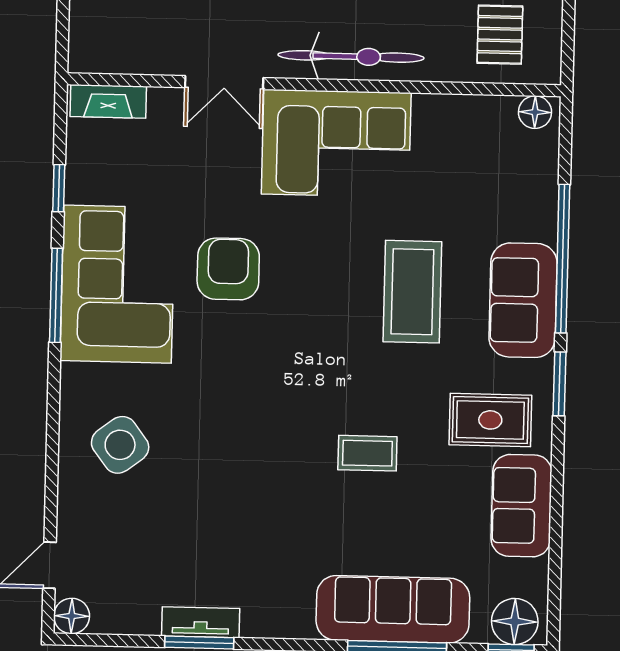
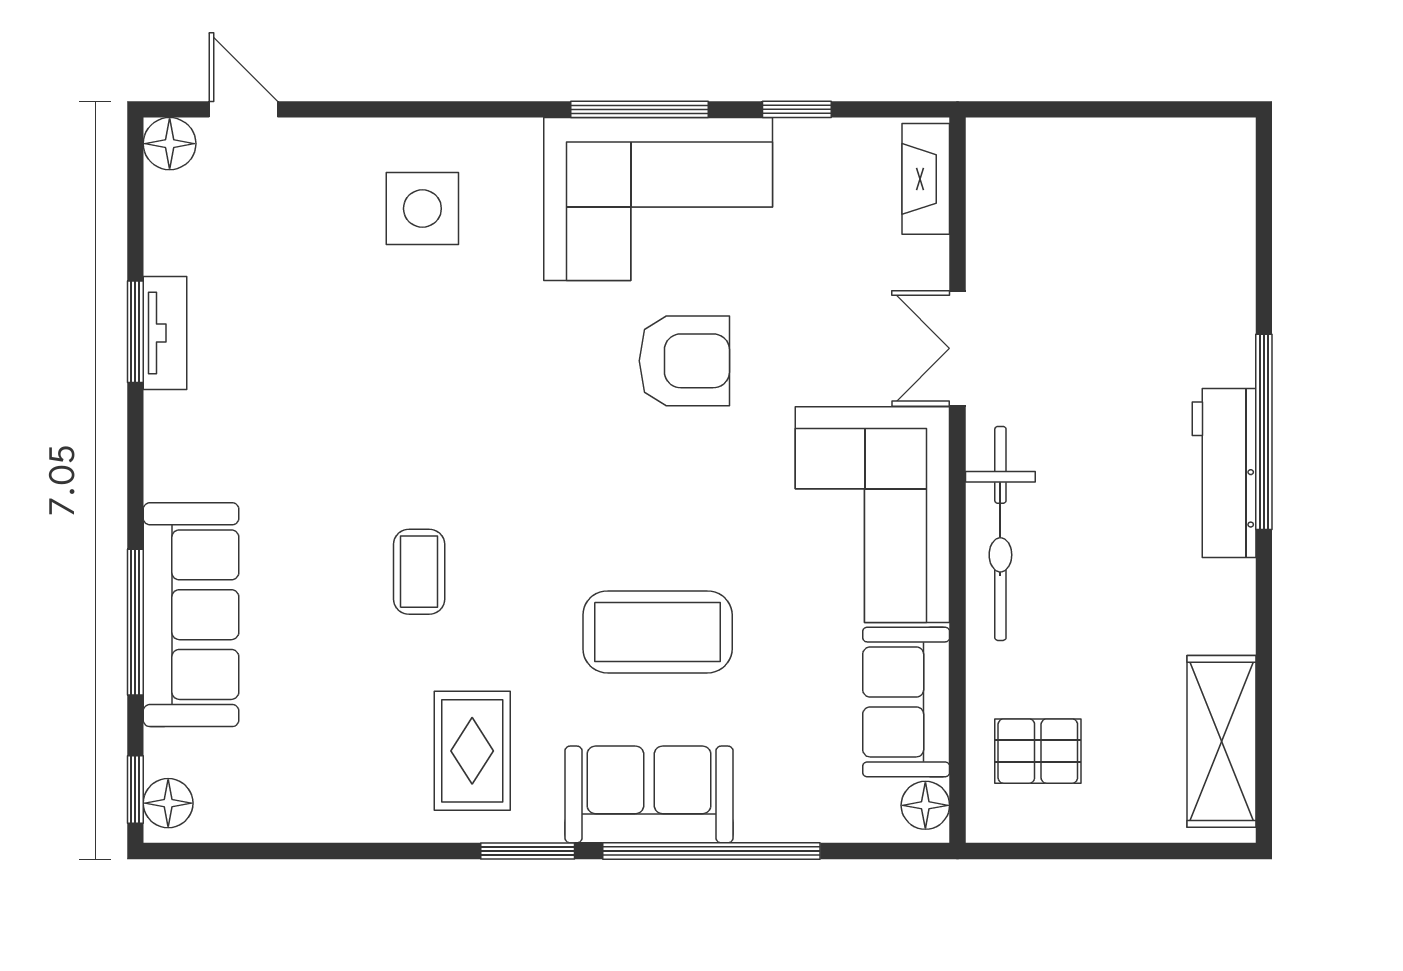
side table: (120, 445) -> (422, 209), turned 37
sofa: (522, 506) -> (906, 702), moved, turned -90
floor lamp: (515, 621) -> (168, 803), width x0.73, depth x0.73

